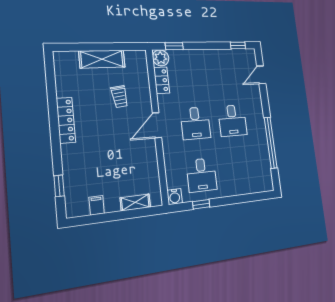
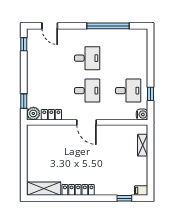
shelving: (102, 59) -> (44, 189), moved, turned 90
trolley: (120, 97) -> (63, 149), removed
filing cabinet: (97, 205) -> (141, 191), moved

